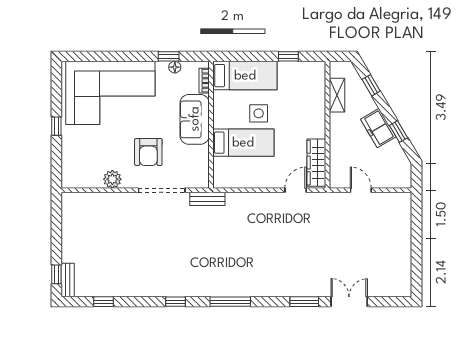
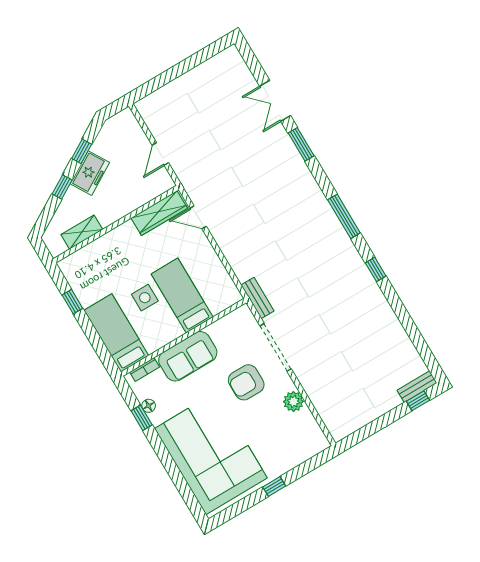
window: (371, 85) -> (62, 187), moved
armchair: (148, 152) -> (246, 382), turned 180
window: (104, 302) -> (417, 339), removed

